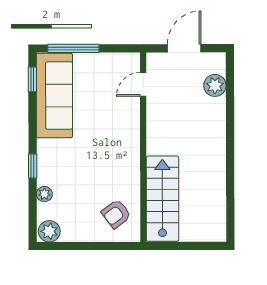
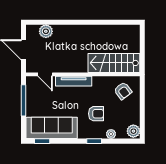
window: (73, 48) -> (23, 100), moved
tv unit: (132, 132) -> (74, 81), added
armchair: (78, 169) -> (96, 114), added

